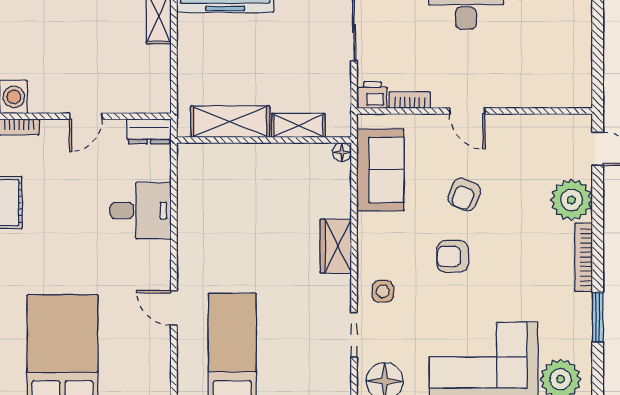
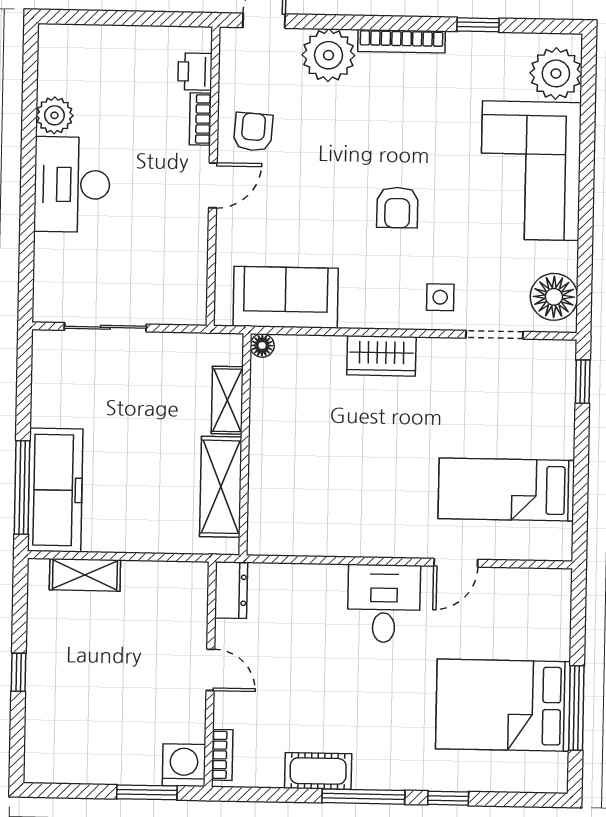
printer: (372, 95) -> (195, 72), moved
bookcase: (410, 100) -> (200, 119), moved
armchair: (464, 194) -> (253, 132), moved, turned -108
desk: (141, 211) -> (384, 604), moved
window: (598, 317) -> (478, 25), width x0.67

